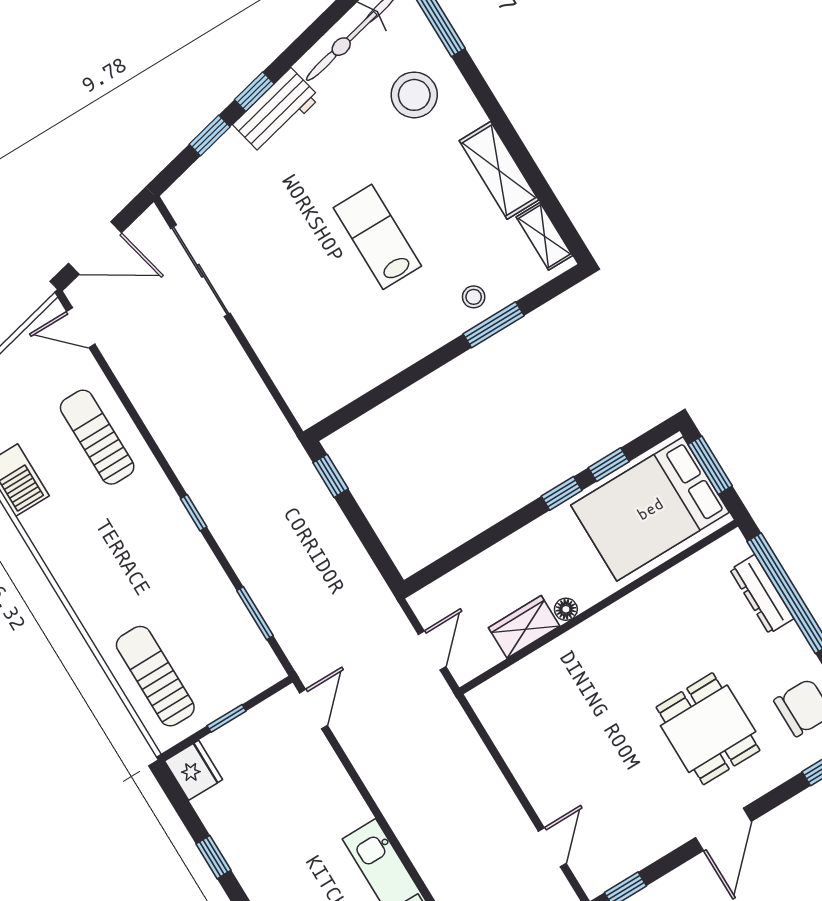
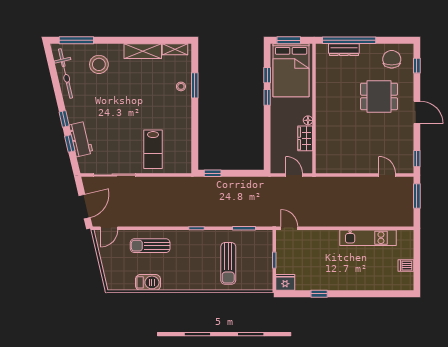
workbench: (276, 111) -> (81, 139), moved
lab bench: (377, 237) -> (153, 149), moved, turned -90
sun lounger: (155, 676) -> (228, 263), moved, turned -90

